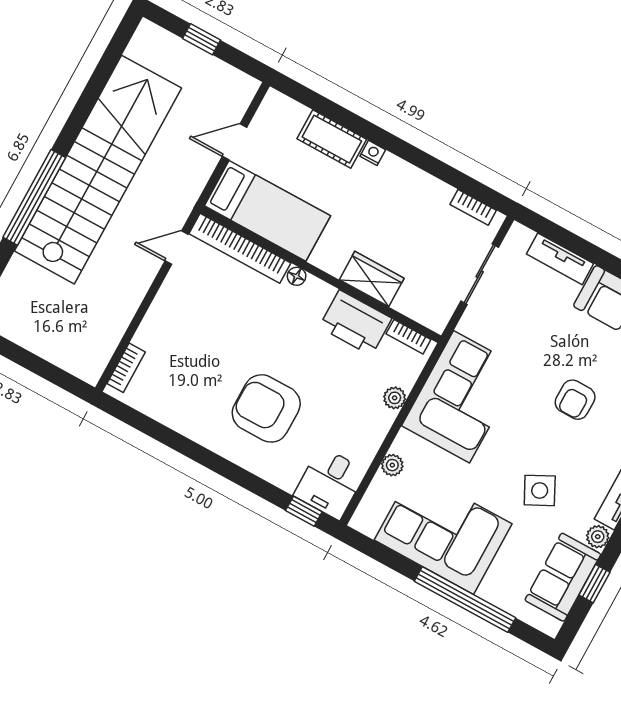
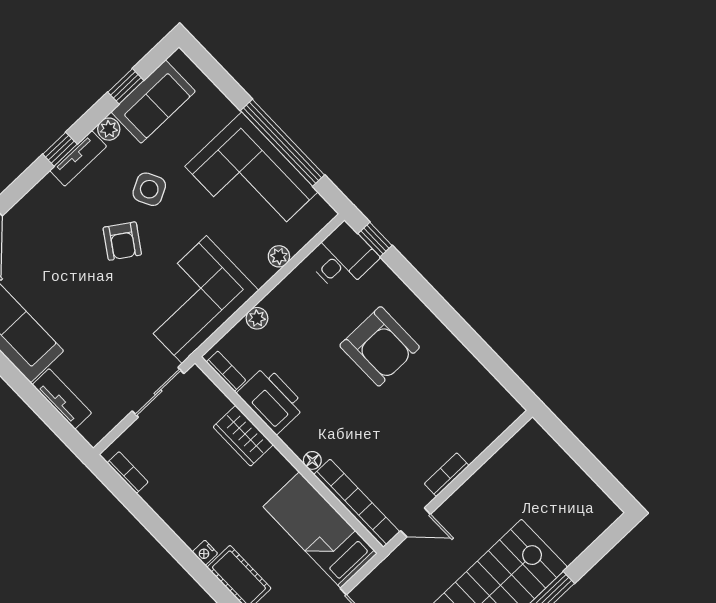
sliding door: (480, 274) -> (158, 392), moved
bookcase: (126, 368) -> (447, 475), moved
armchair: (575, 400) -> (122, 241), moved, turned 124
window: (465, 599) -> (282, 143), moved

